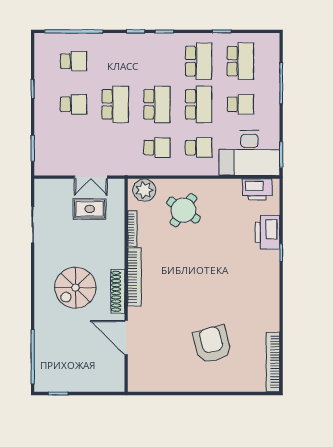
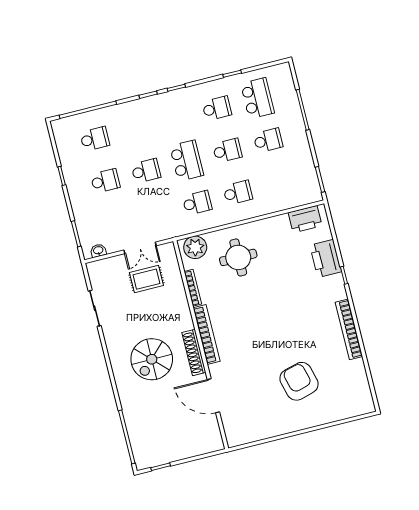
school desk: (199, 61) -> (217, 108), width x0.54
school desk: (115, 104) -> (146, 171), width x0.54
school desk: (199, 104) -> (227, 151), width x0.54
desk: (249, 153) -> (289, 186), removed
washbasin: (50, 170) -> (98, 251), added
round table: (183, 210) -> (238, 257), turned -35
bookcase: (273, 362) -> (349, 329), moved

